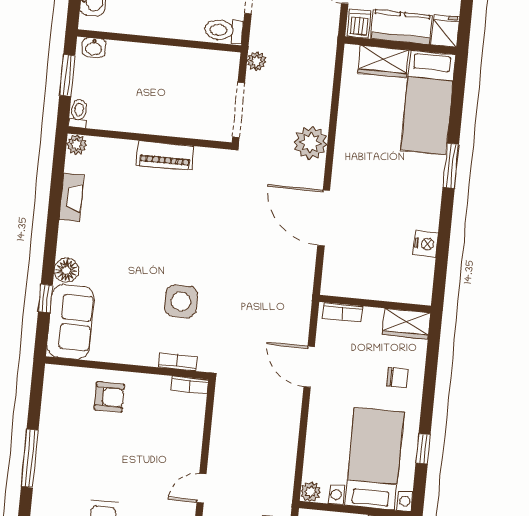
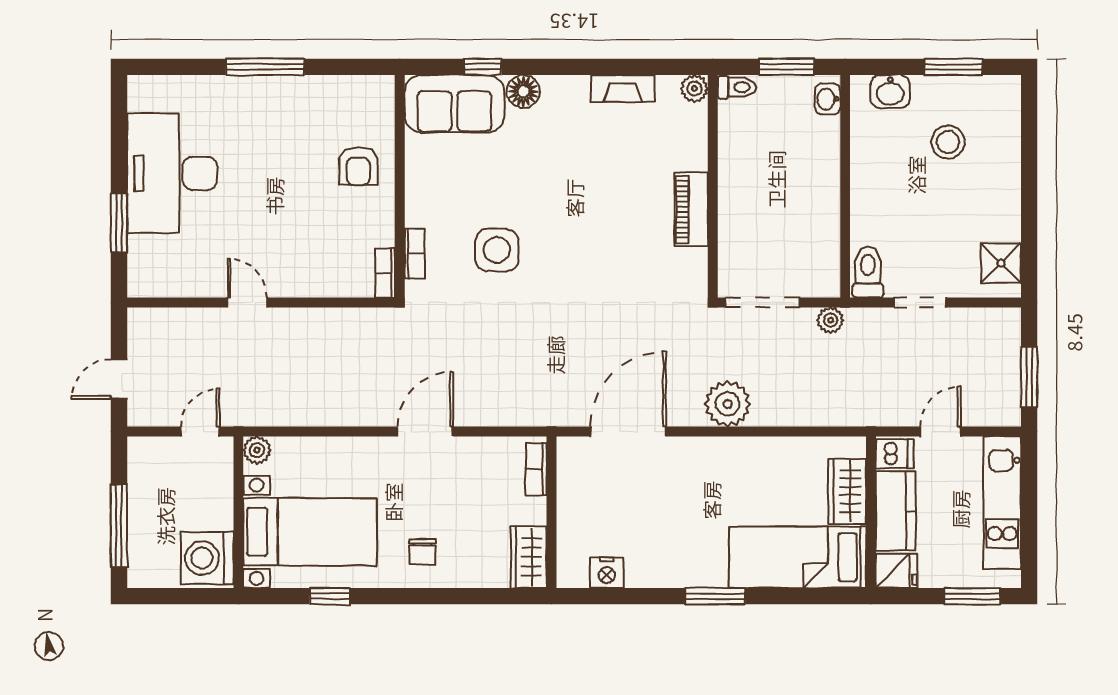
wall: (375, 304) -> (551, 512), moved
bookcase: (342, 312) -> (536, 469), moved
wardrobe: (406, 324) -> (529, 557), moved

